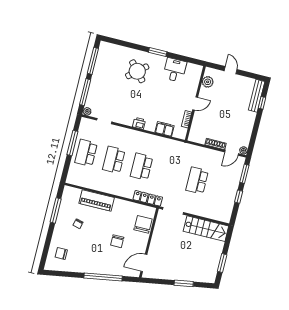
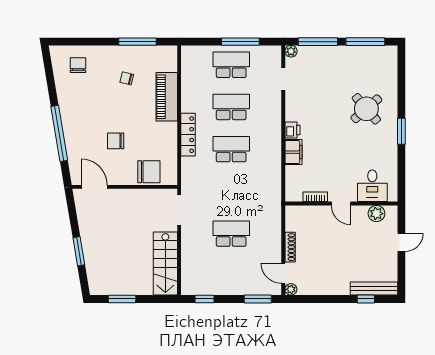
desk: (175, 70) -> (372, 186), moved, turned 90
filing cabinet: (165, 129) -> (293, 152), moved
window: (239, 197) -> (205, 299), moved
locker: (148, 198) -> (188, 135), moved

